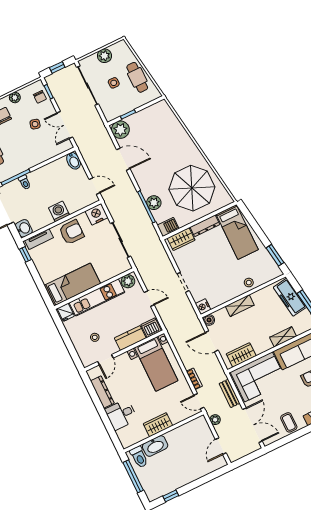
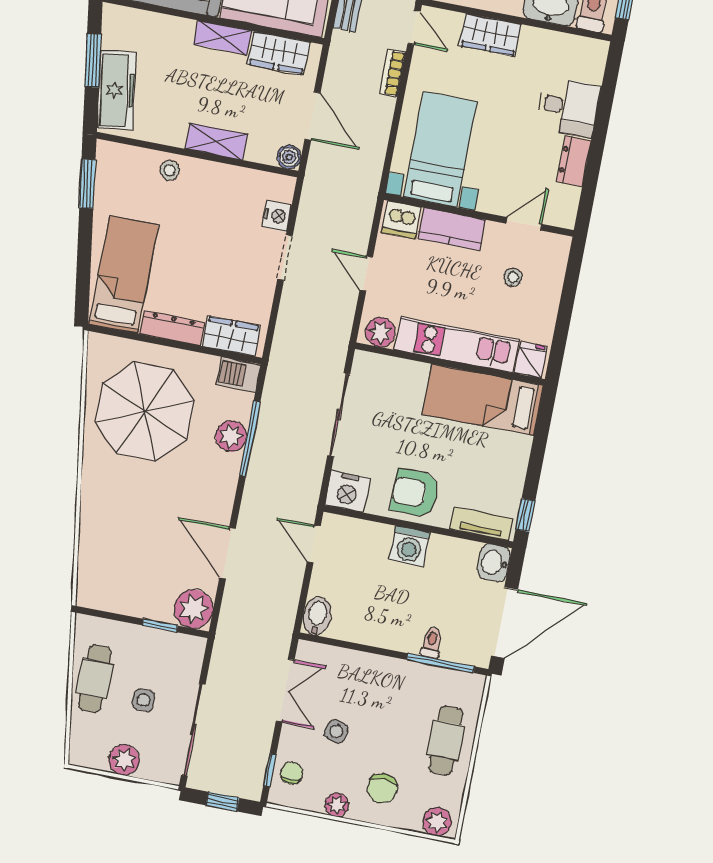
nightstand: (203, 307) -> (277, 216), moved
shelving: (283, 337) -> (222, 38), moved
dresser: (102, 392) -> (574, 161), width x0.70
wardrobe: (158, 425) -> (490, 35), moved

